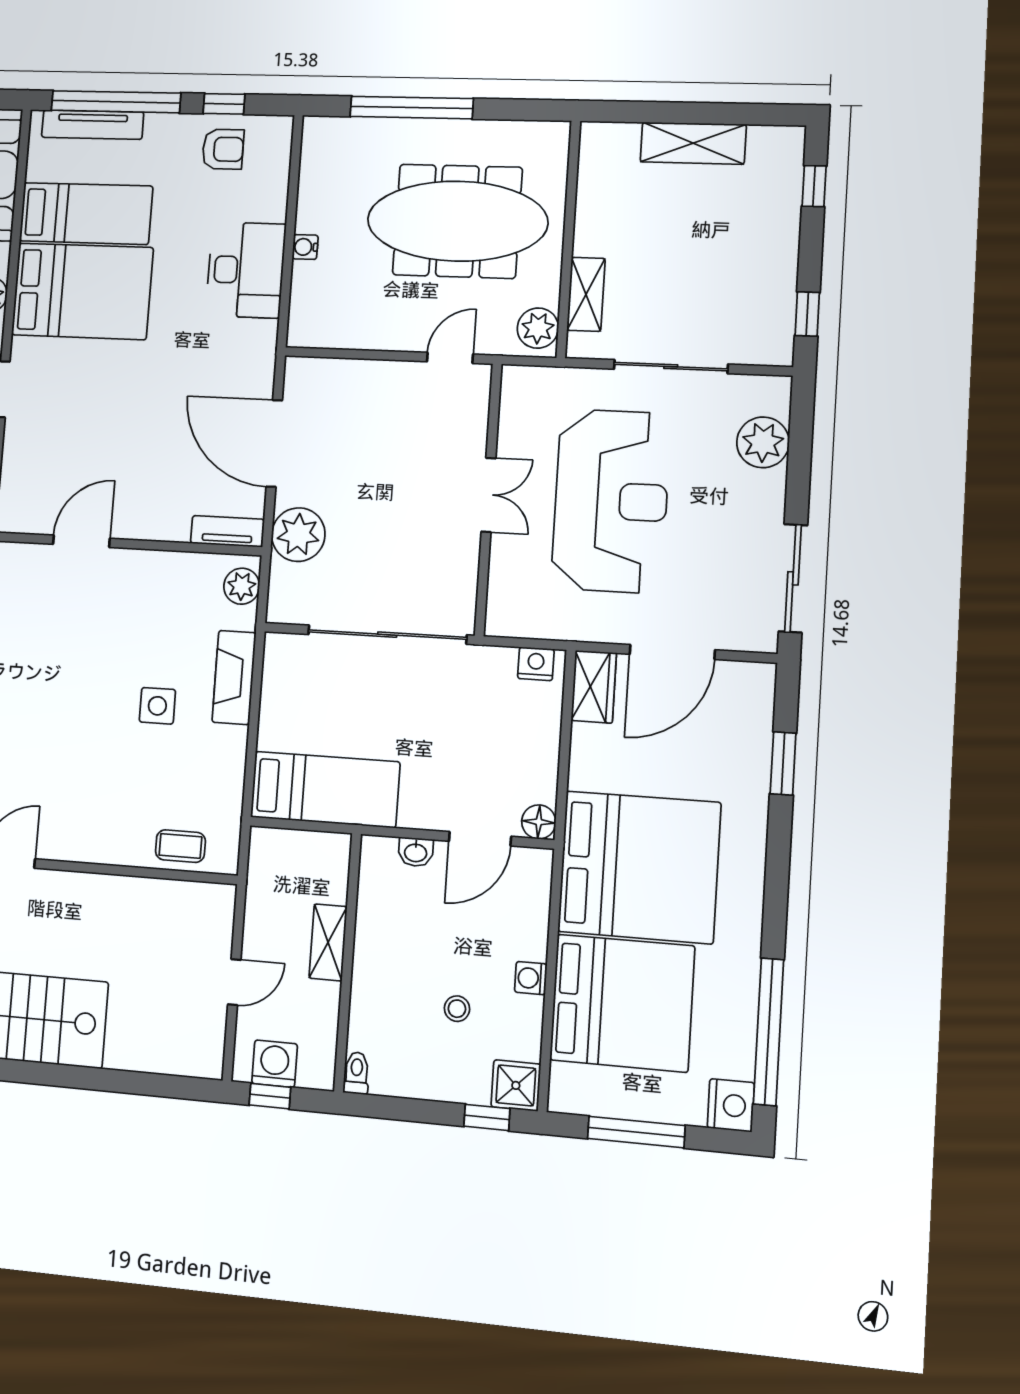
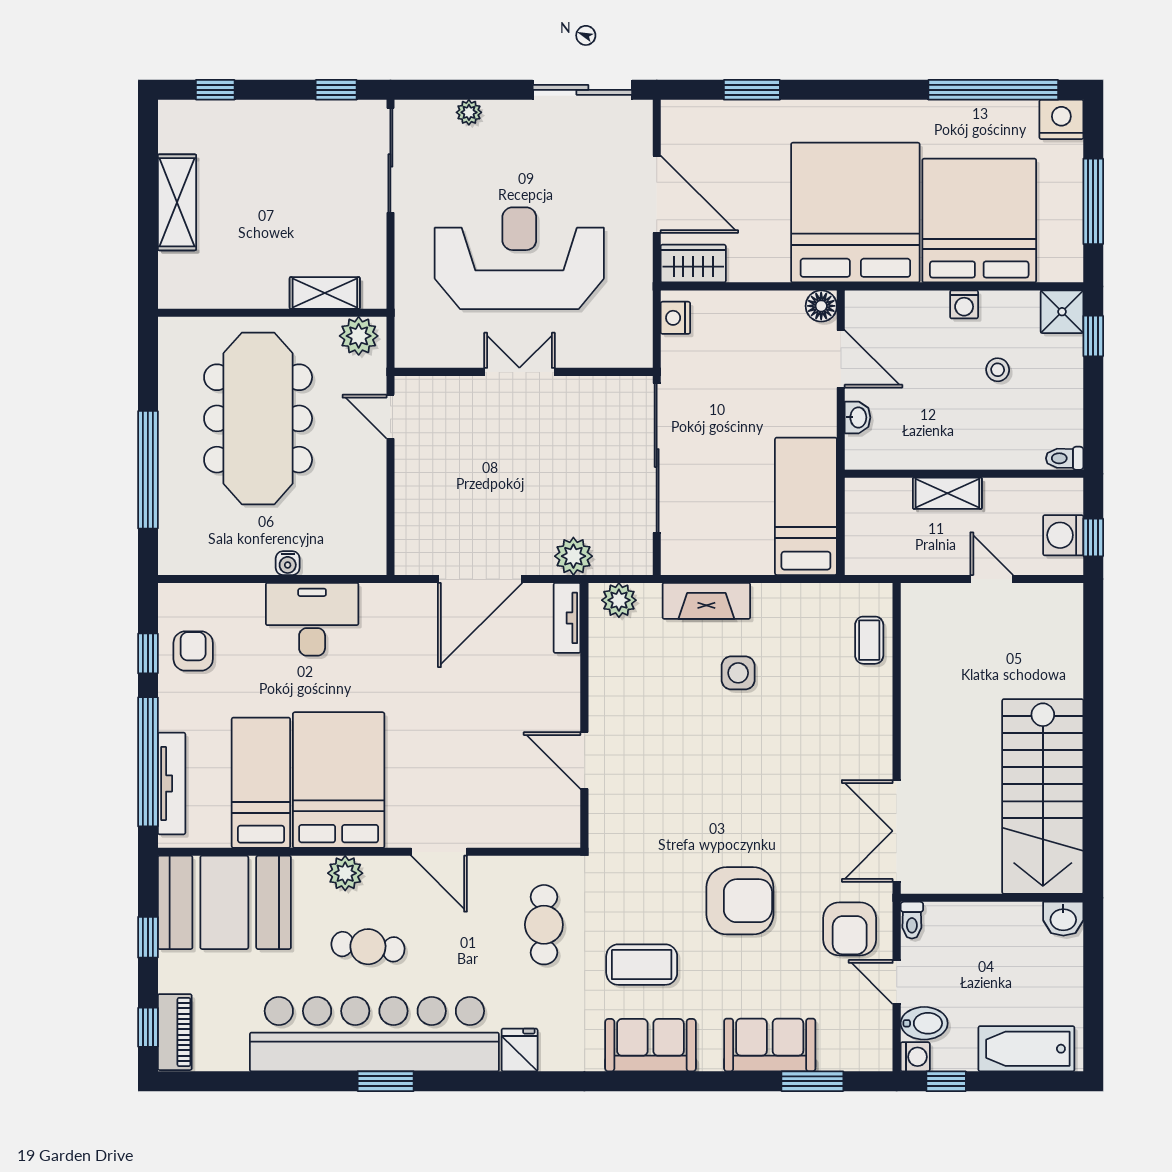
sliding door: (671, 367) -> (390, 160), moved
plant: (763, 442) -> (469, 112), width x0.53, depth x0.53
plant: (298, 535) -> (573, 556), width x0.73, depth x0.73

